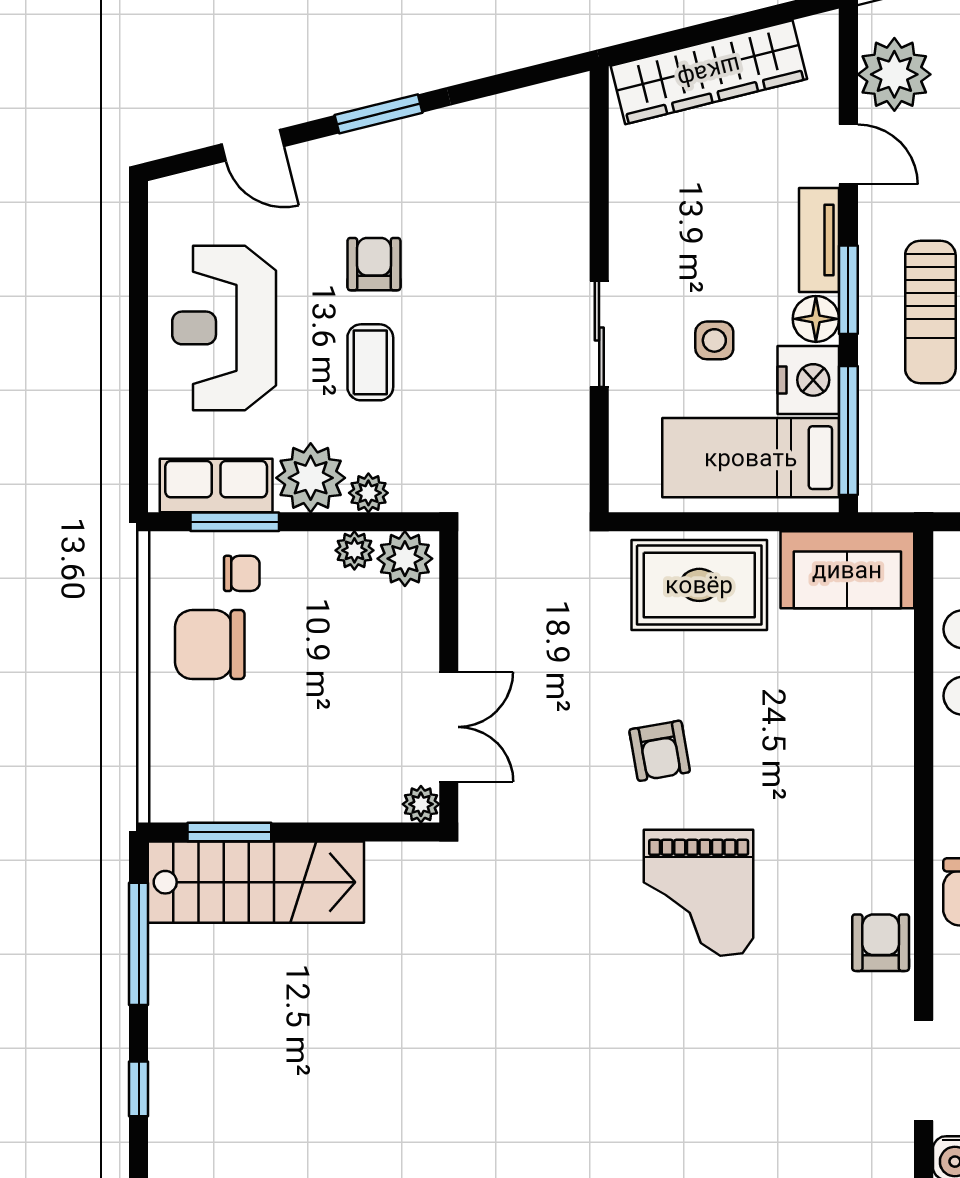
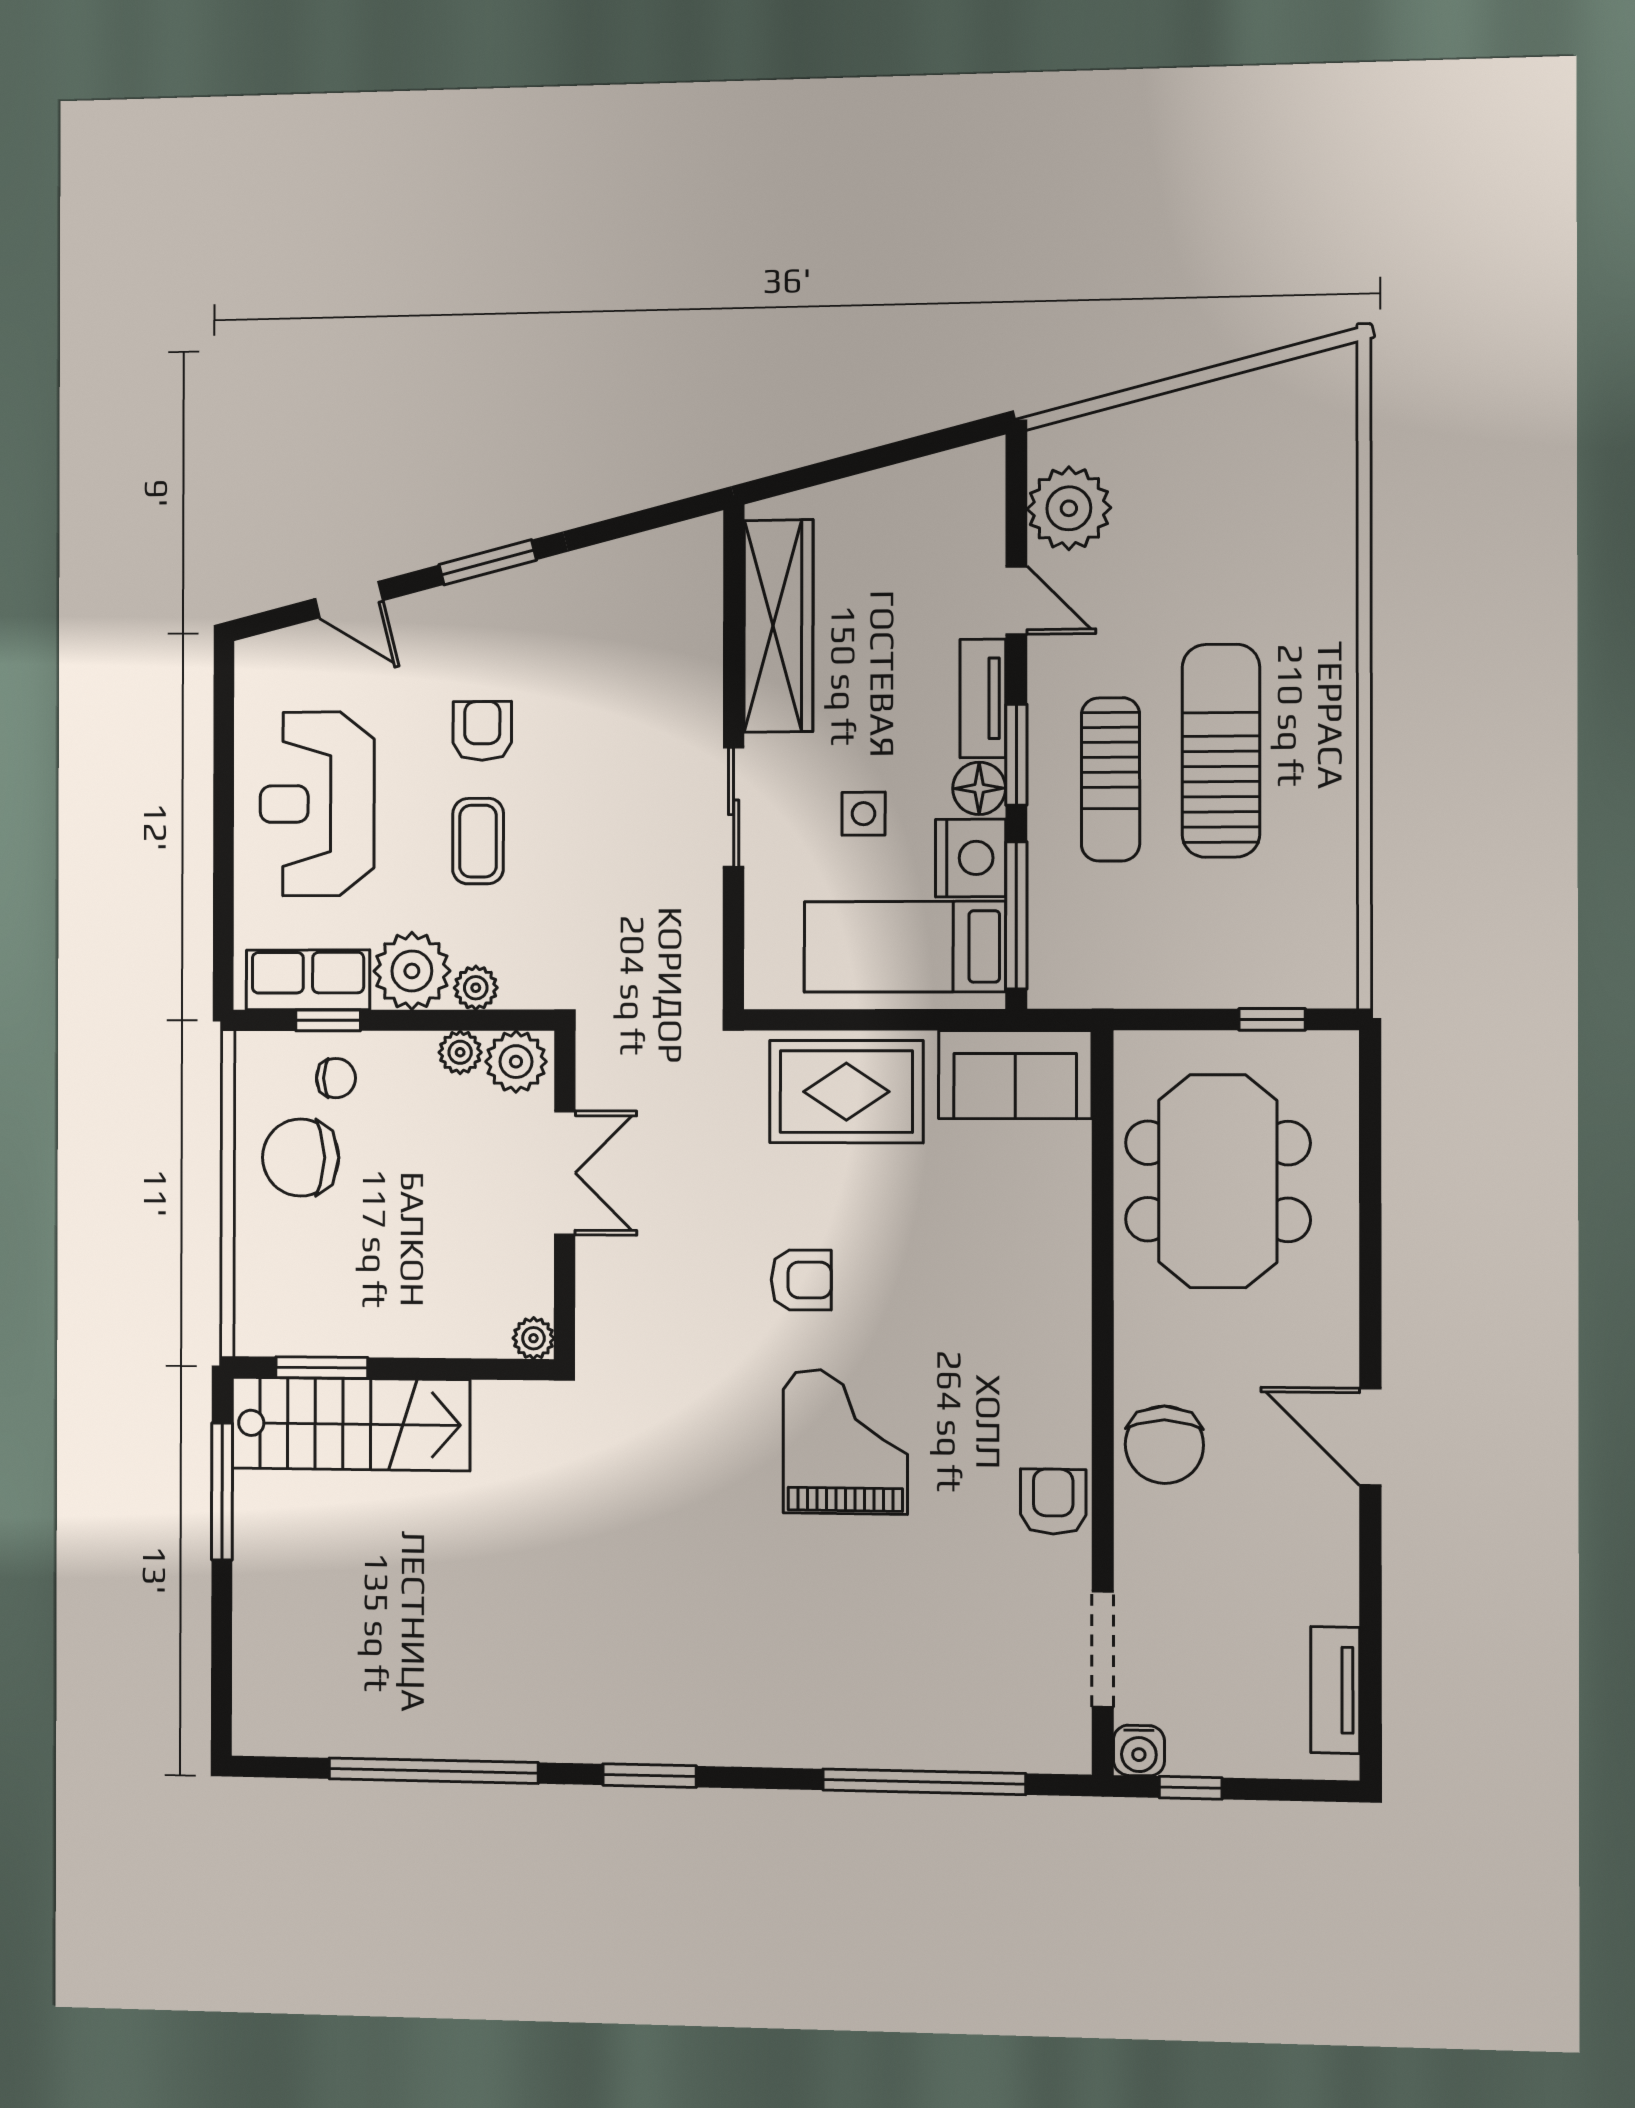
wardrobe: (709, 72) -> (778, 626), moved, turned -76
window: (235, 522) -> (328, 1020), width x0.67
double door: (449, 727) -> (565, 1173), moved
armchair: (660, 751) -> (801, 1280), turned -80
grand piano: (699, 893) -> (845, 1442), turned 180
window: (139, 1089) -> (222, 1654), removed

